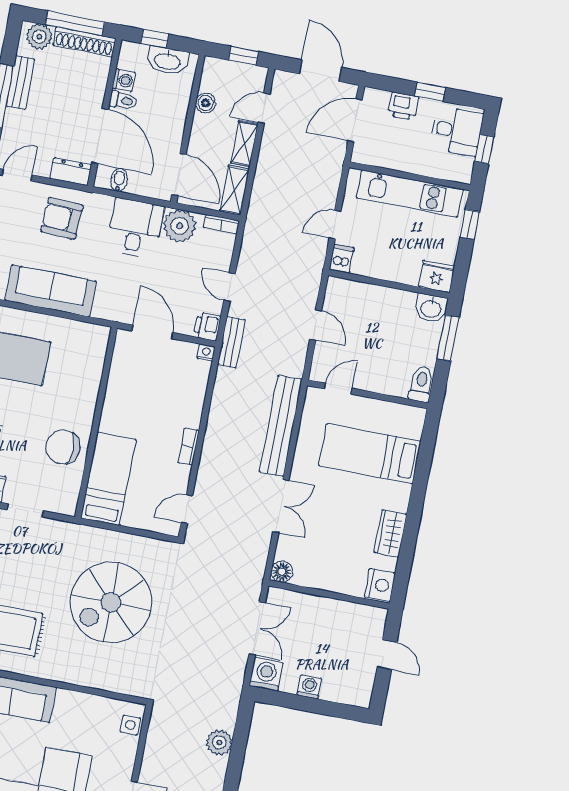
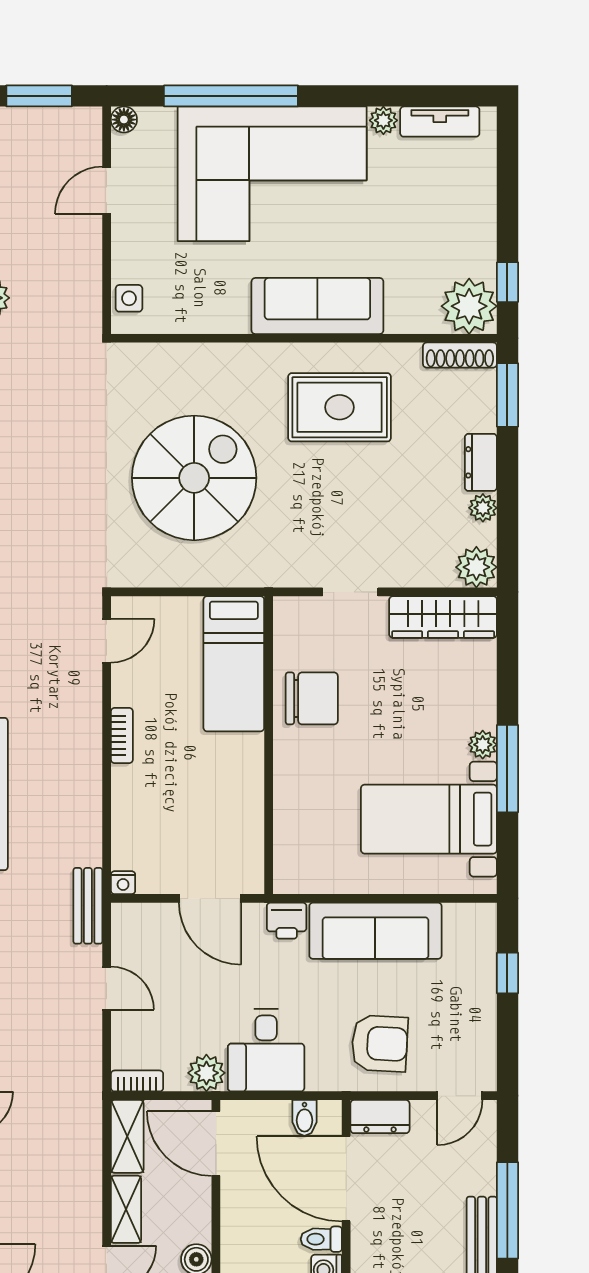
plant: (180, 226) -> (206, 1073), width x0.73, depth x0.73
printer: (207, 326) -> (287, 921), moved, turned 90

